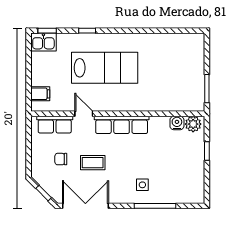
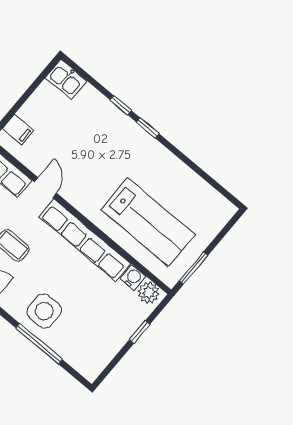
window: (47, 31) -> (148, 128), moved
lab bench: (105, 68) -> (148, 222), moved
row of seats: (122, 125) -> (85, 240), width x1.36
side table: (142, 185) -> (44, 311), width x1.87, depth x1.87

